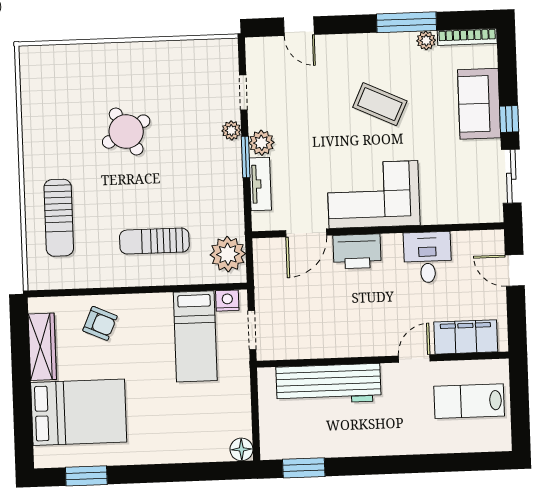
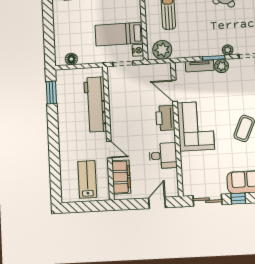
floor lamp: (241, 449) -> (71, 59), moved

